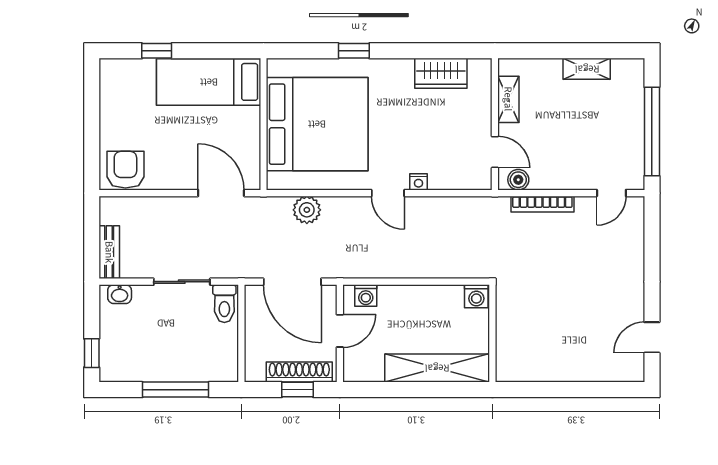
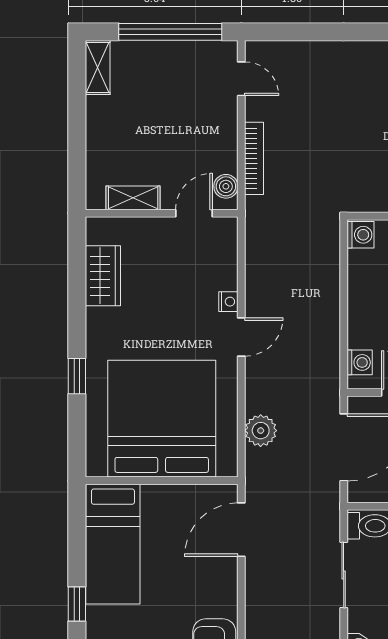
shelving: (587, 69) -> (98, 68), moved

